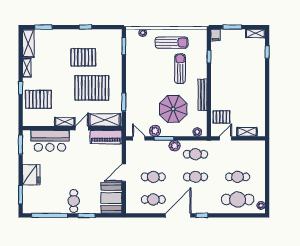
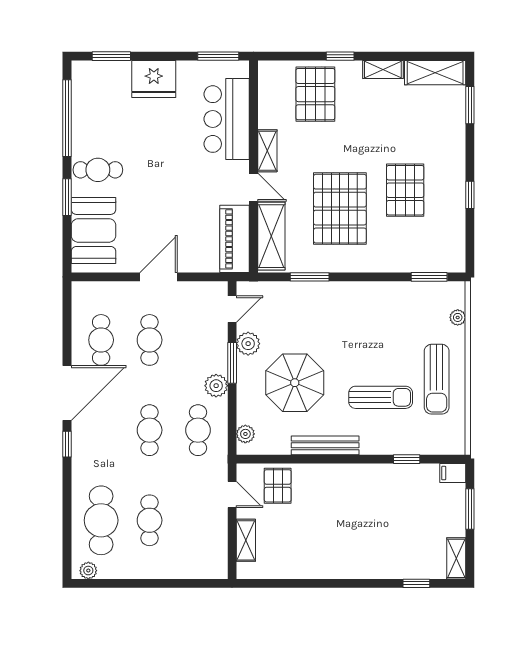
door: (124, 173) -> (159, 277), hinge flipped
booth: (111, 198) -> (94, 230), moved, turned 90
door: (178, 215) -> (67, 393), hinge flipped

